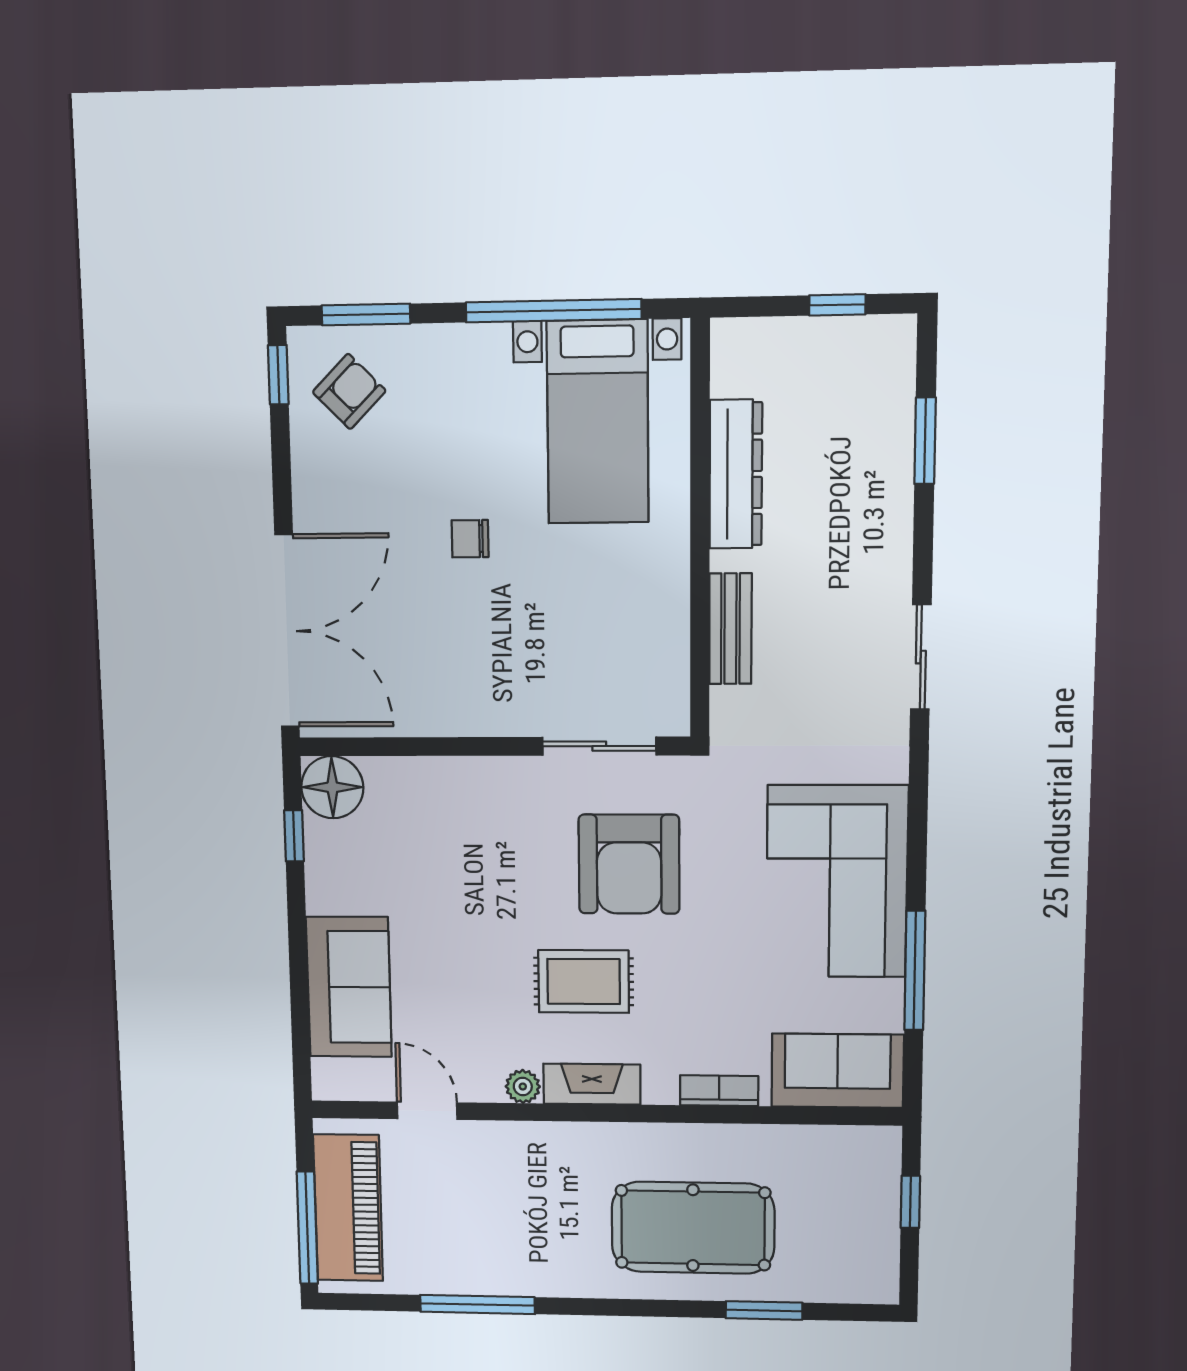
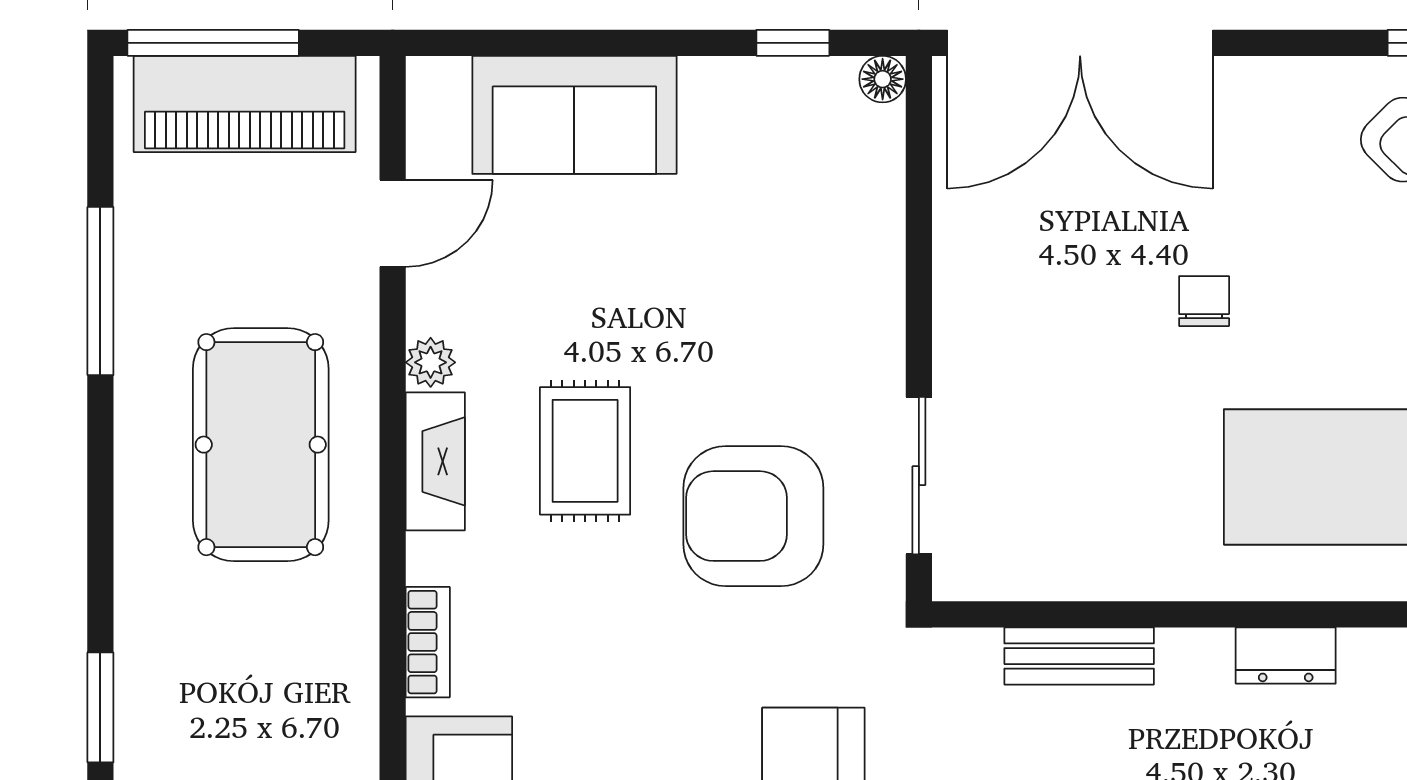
dresser: (736, 474) -> (1286, 656), width x0.51, depth x0.80
floor lamp: (332, 787) -> (883, 79), width x0.53, depth x0.53
pool table: (693, 1228) -> (261, 445), moved

